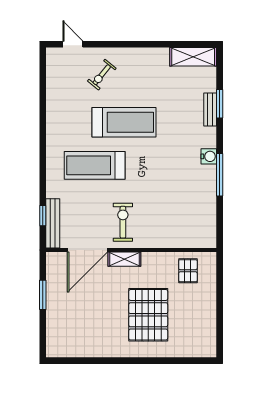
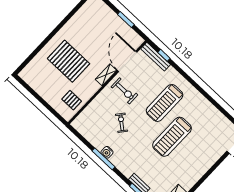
exercise bike: (102, 75) -> (121, 123), moved
water cooler: (209, 156) -> (107, 152), moved
treadmill: (95, 165) -> (165, 103), turned 180

